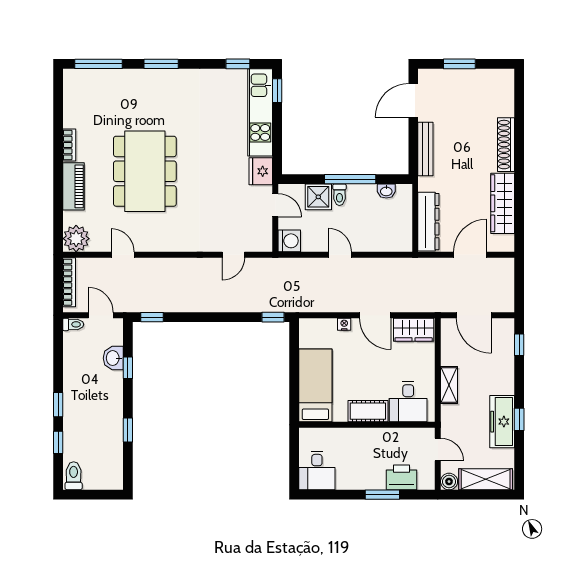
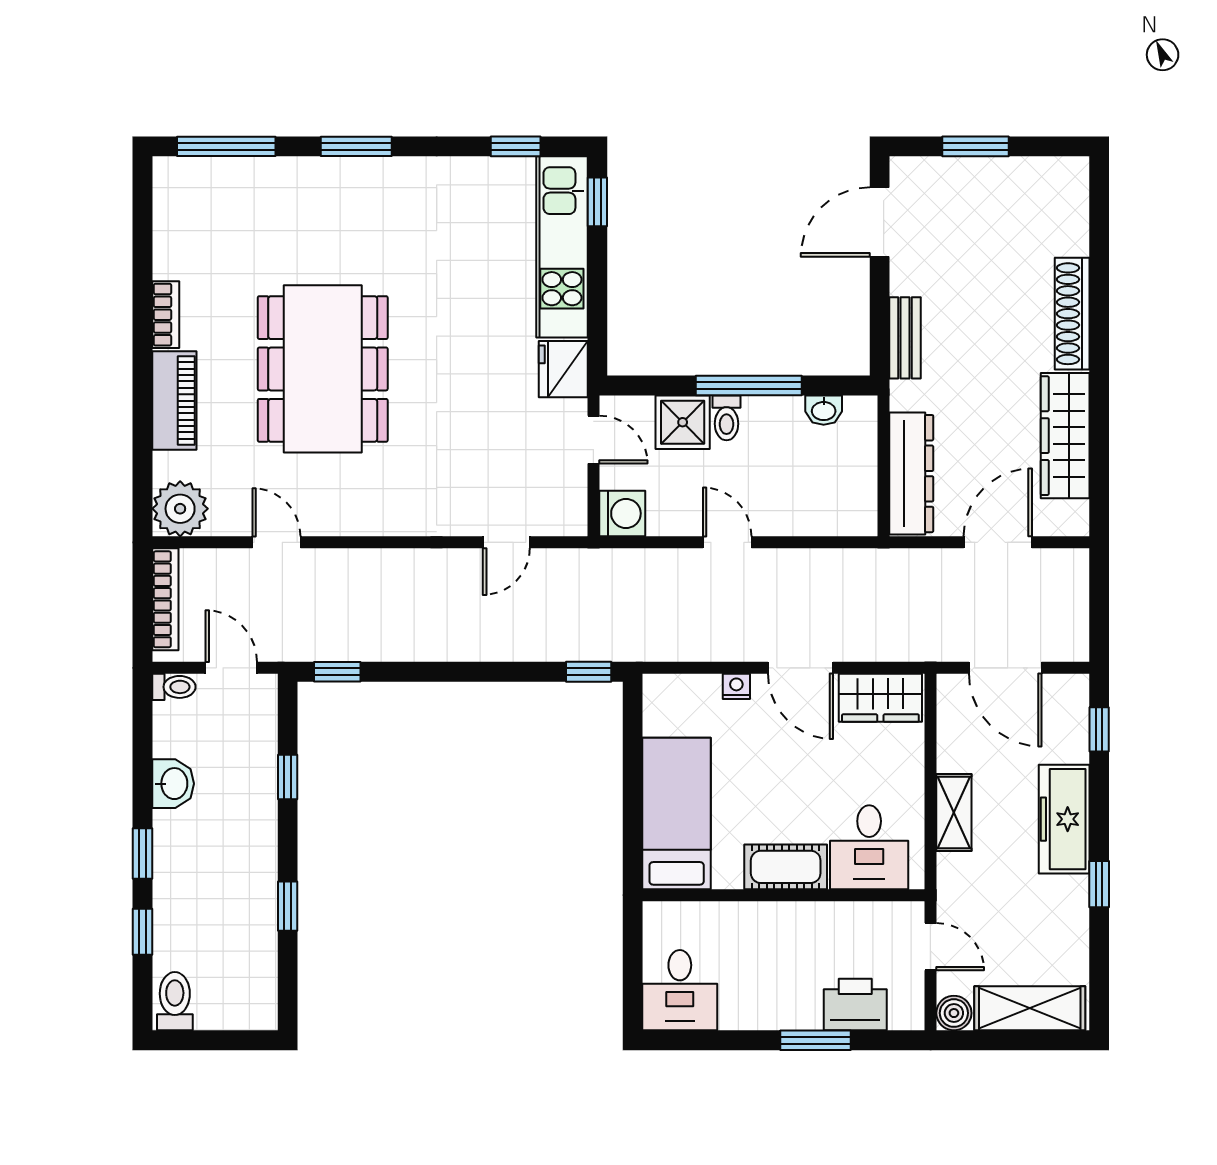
bench: (425, 149) -> (905, 338), width x0.73
washbasin: (113, 358) -> (173, 784), moved, turned 180
freezer: (502, 422) -> (1064, 819), moved

